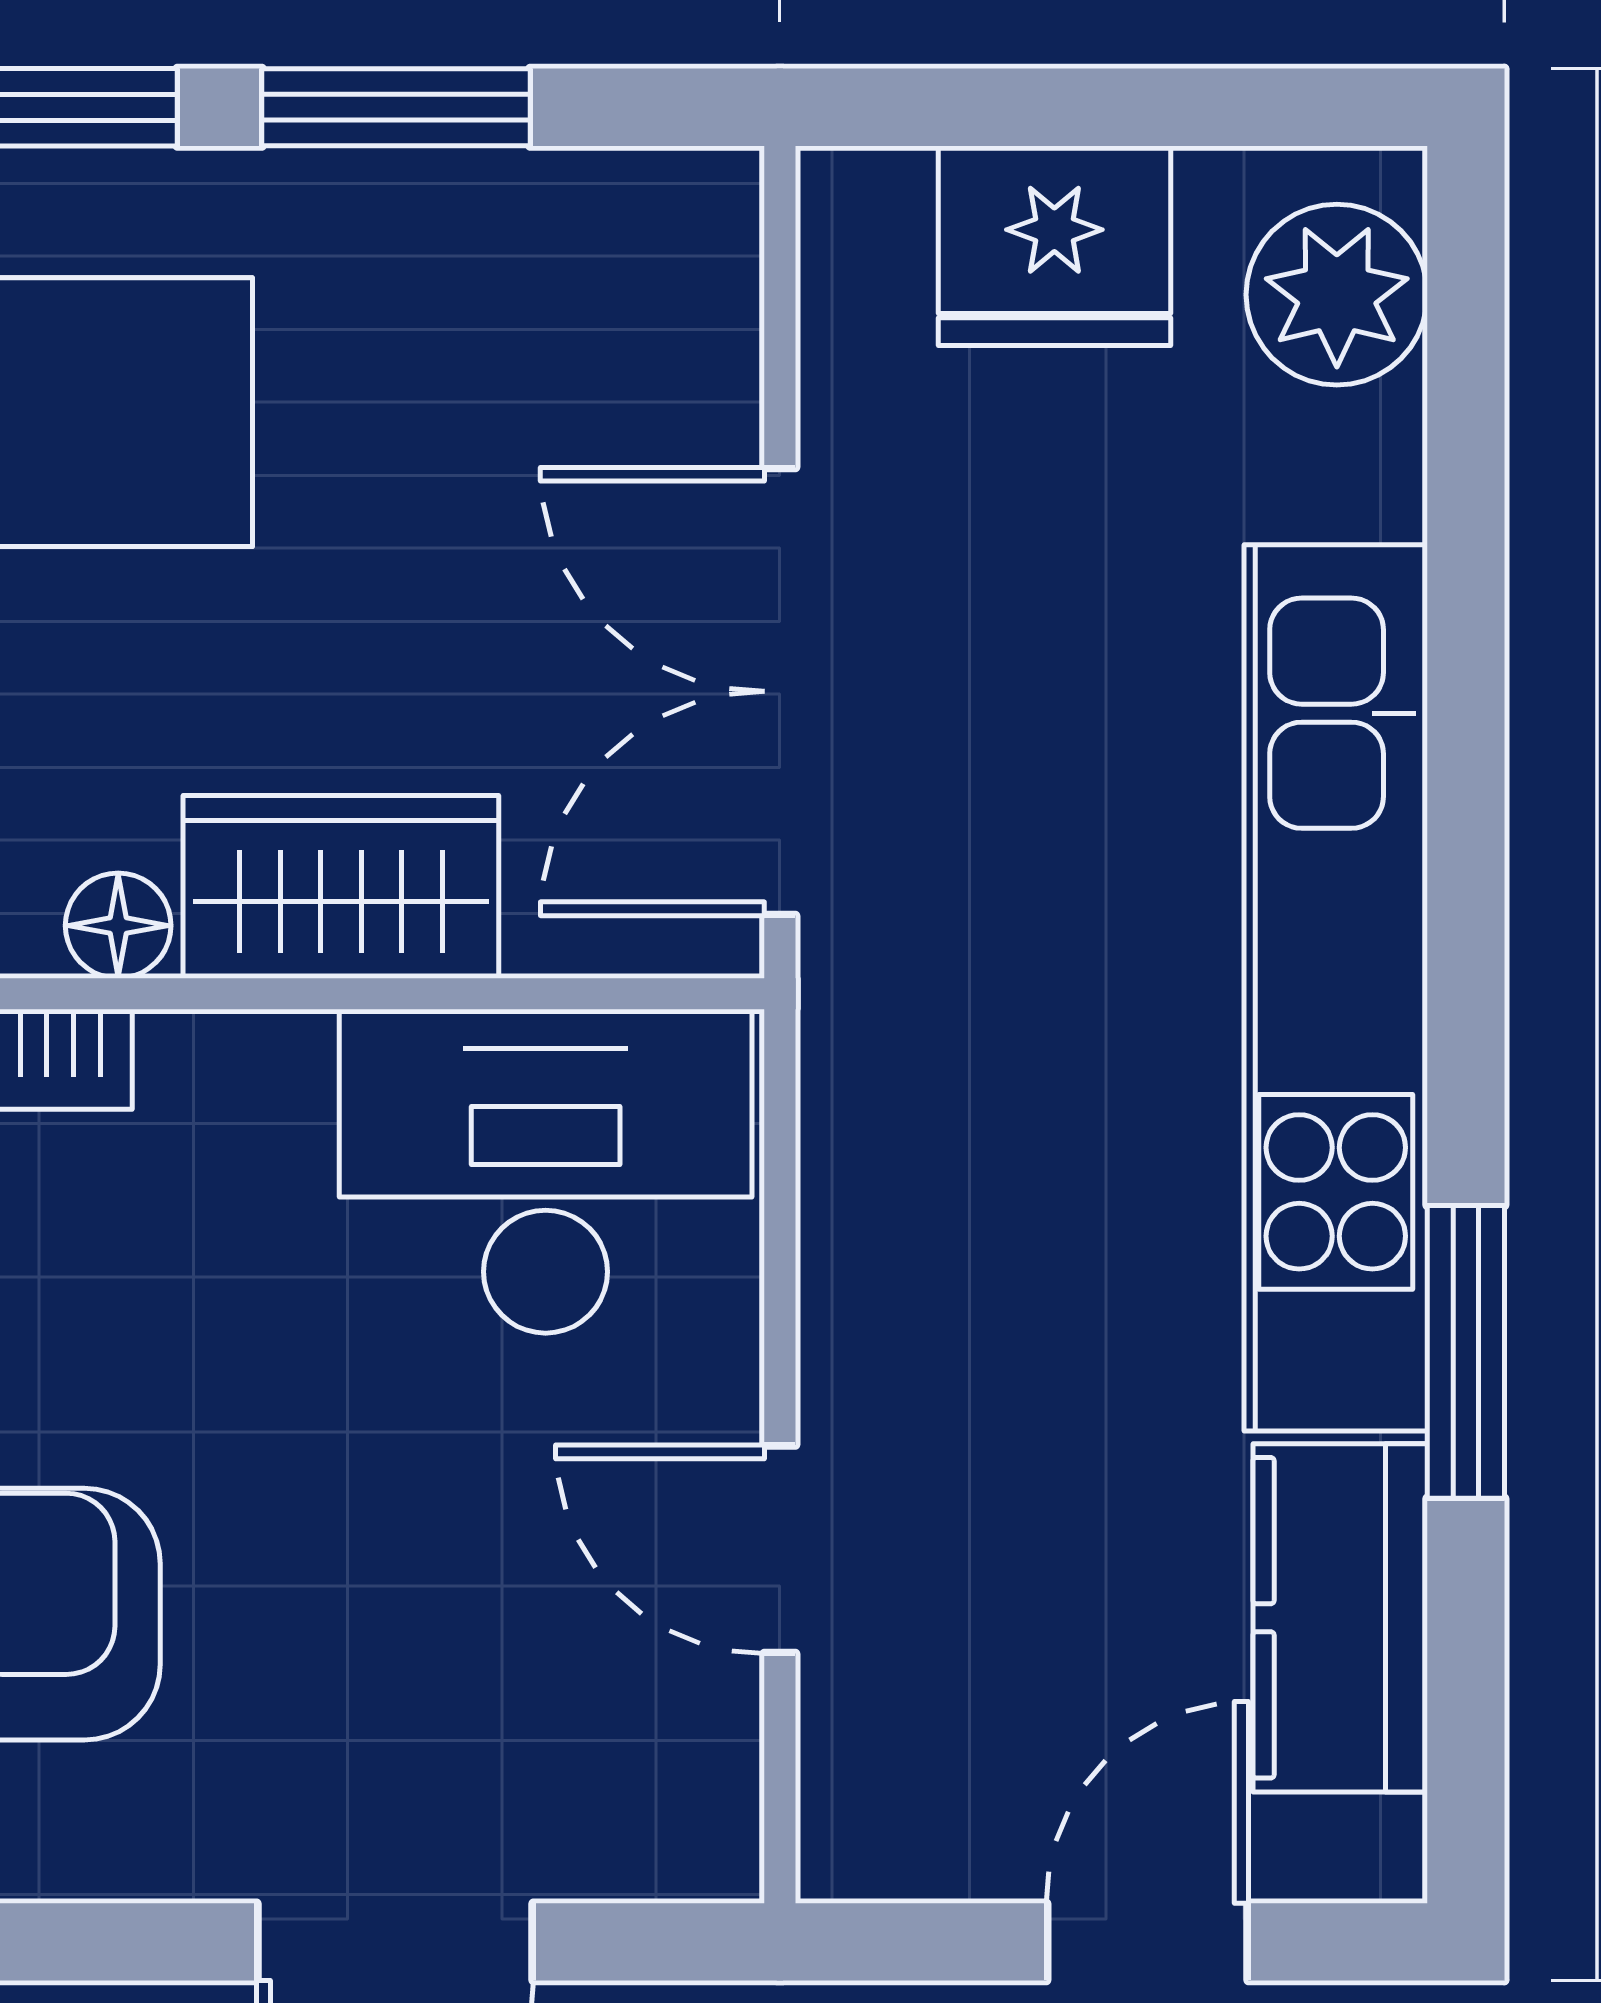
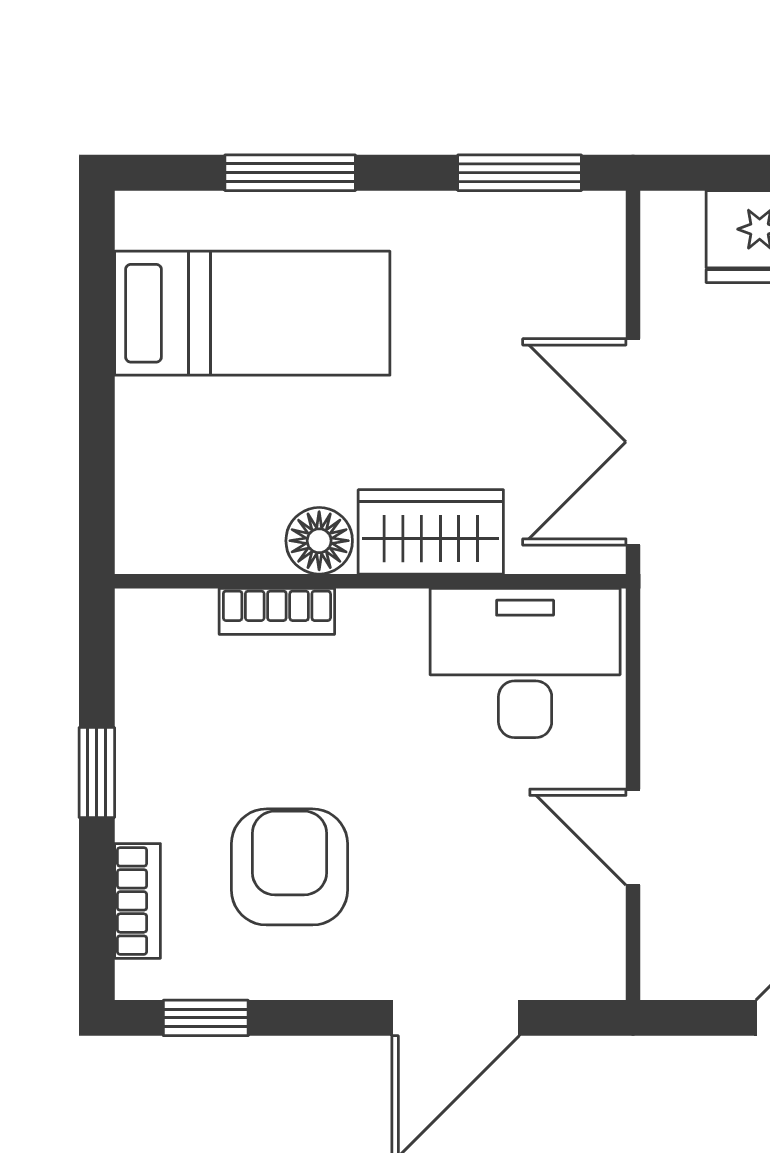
window: (396, 107) -> (520, 173), moved
floor lamp: (118, 926) -> (319, 541), width x1.37, depth x1.37

